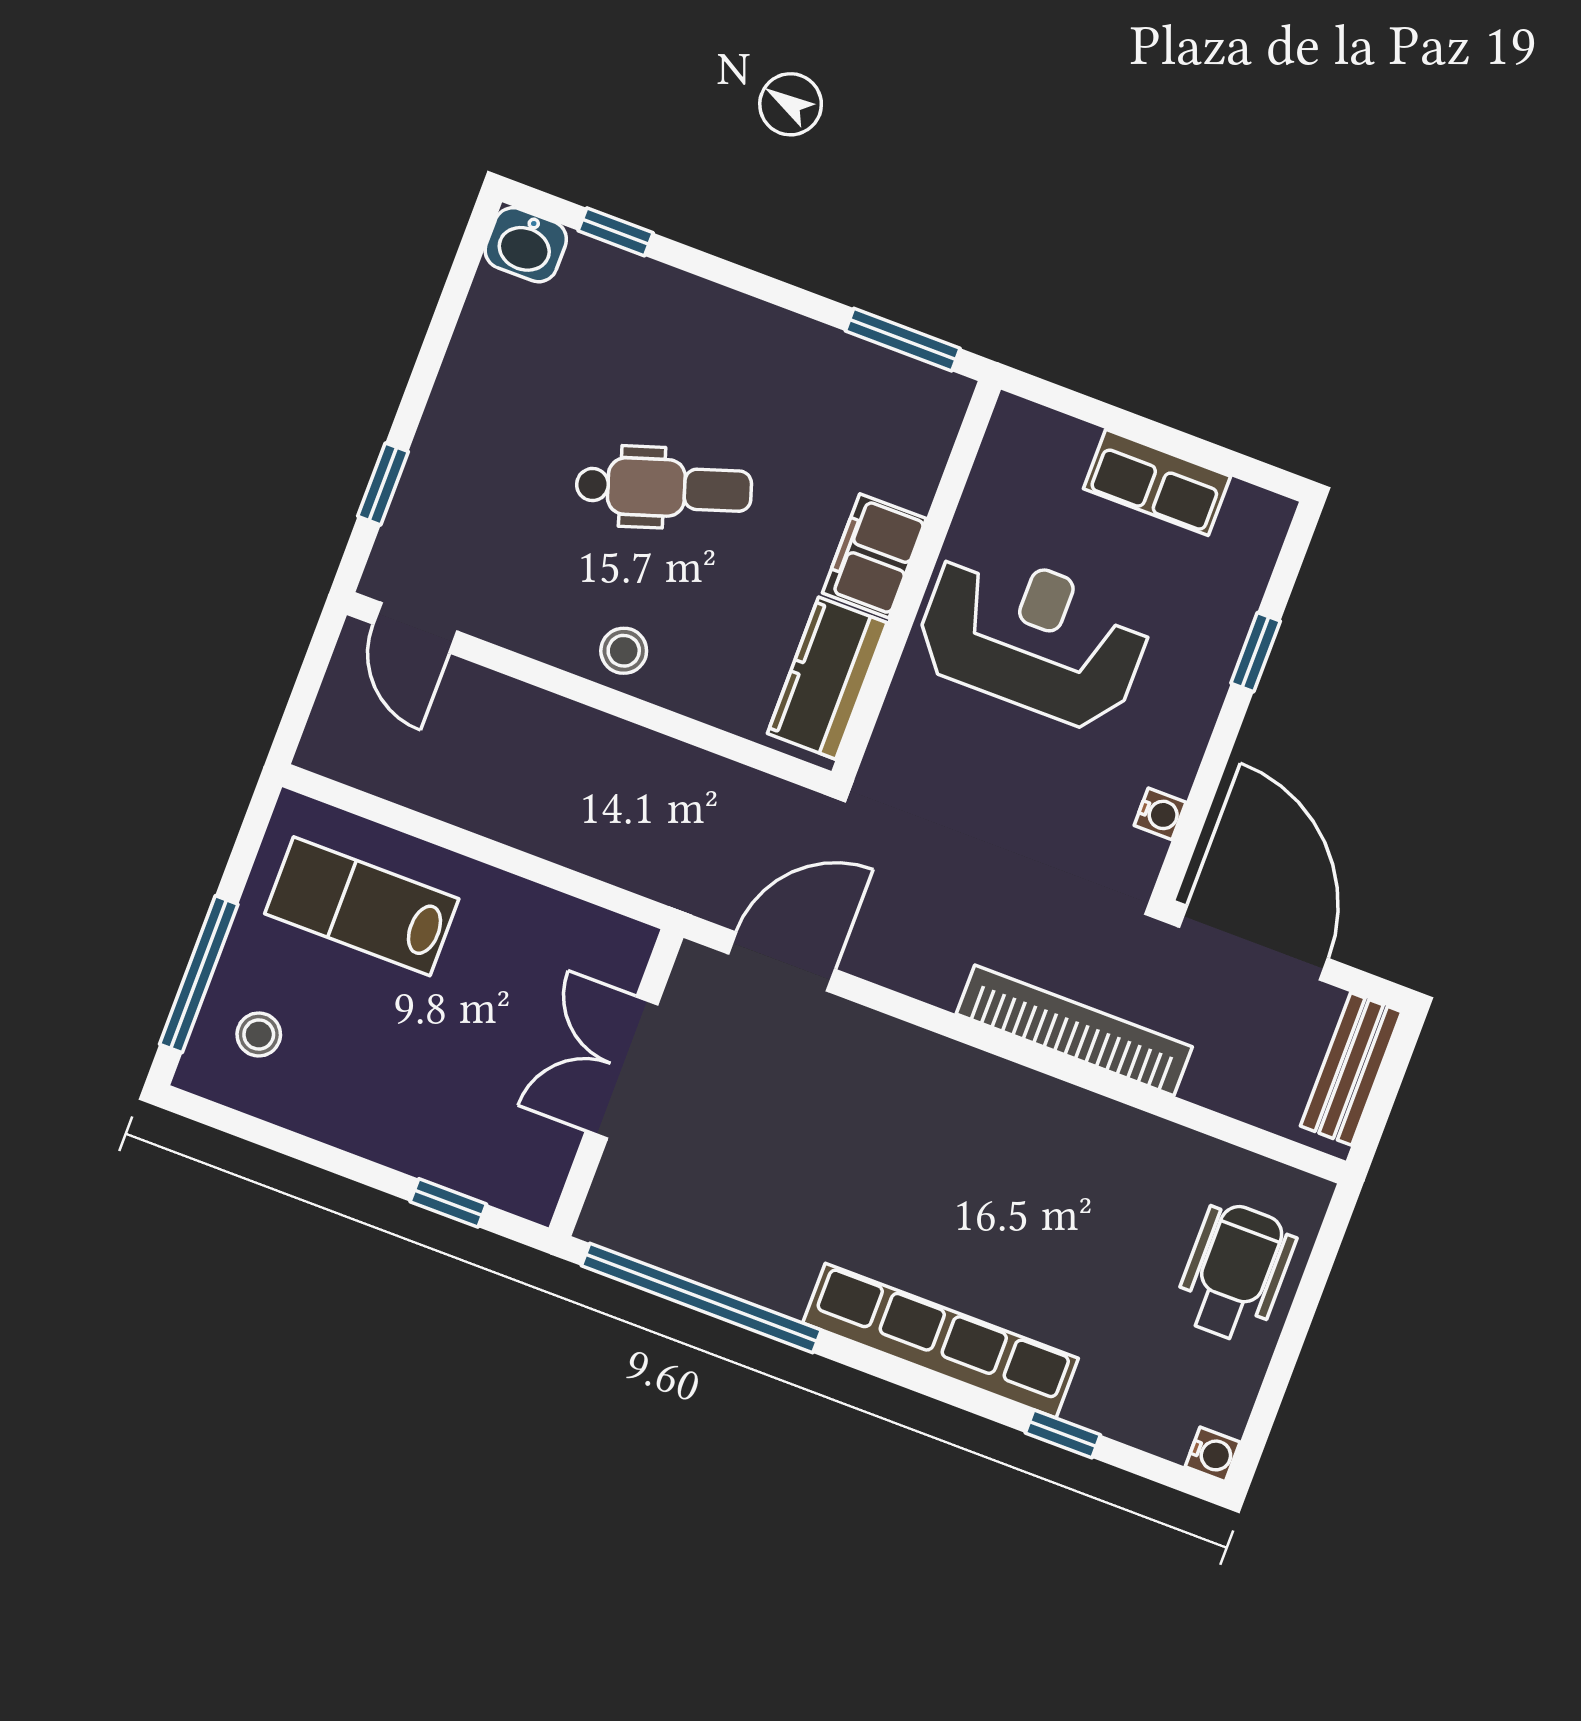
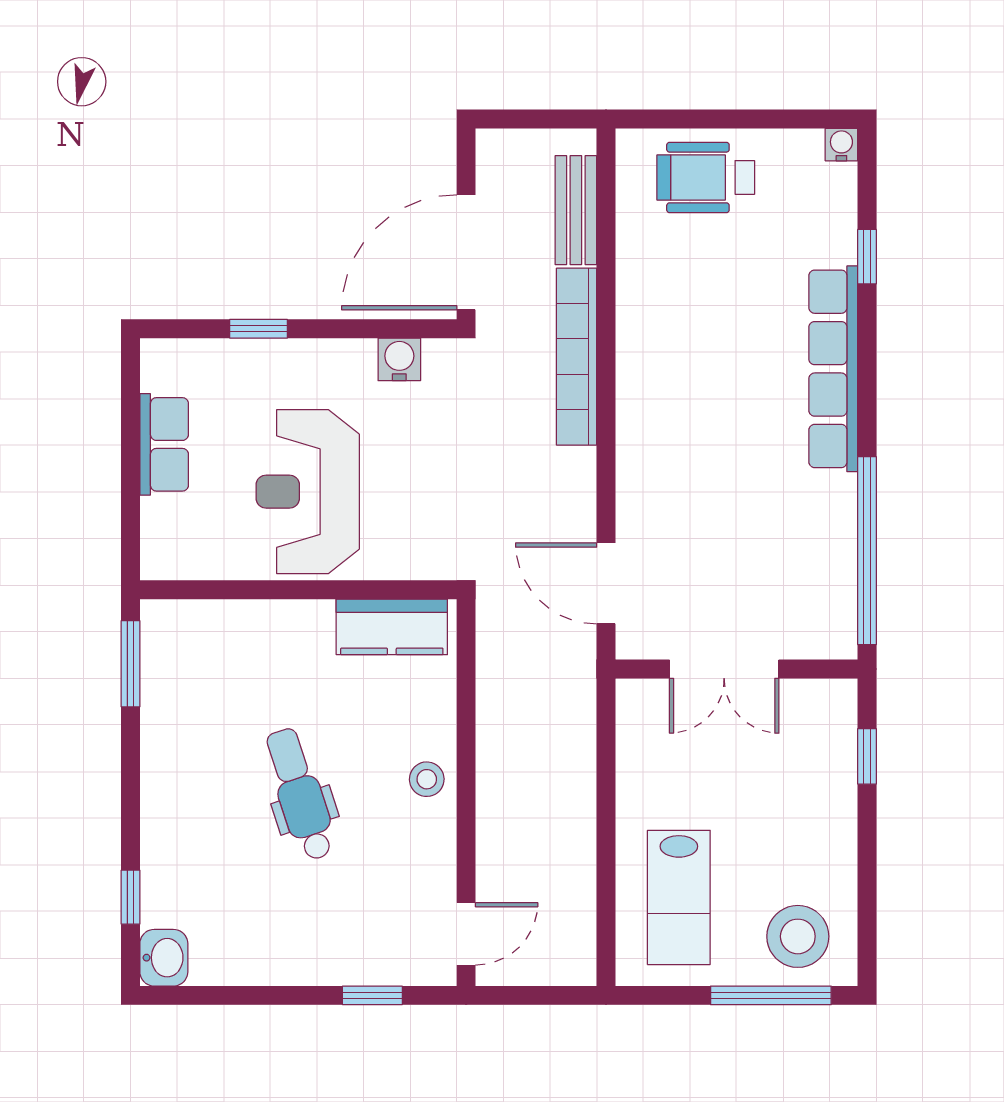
filing cabinet: (874, 556) -> (292, 626), removed
water cooler: (1160, 814) -> (399, 359), width x1.38, depth x1.38
stool: (259, 1034) -> (798, 936), width x1.89, depth x1.89
bench: (1351, 1069) -> (576, 210), moved, turned 90

